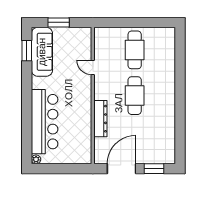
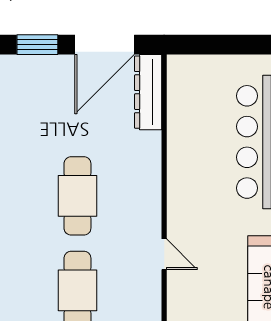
dresser: (100, 119) -> (148, 92), moved

